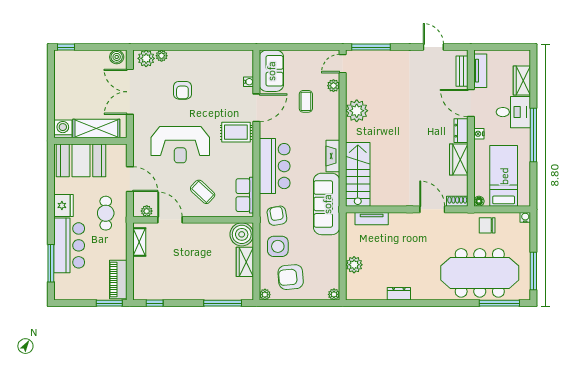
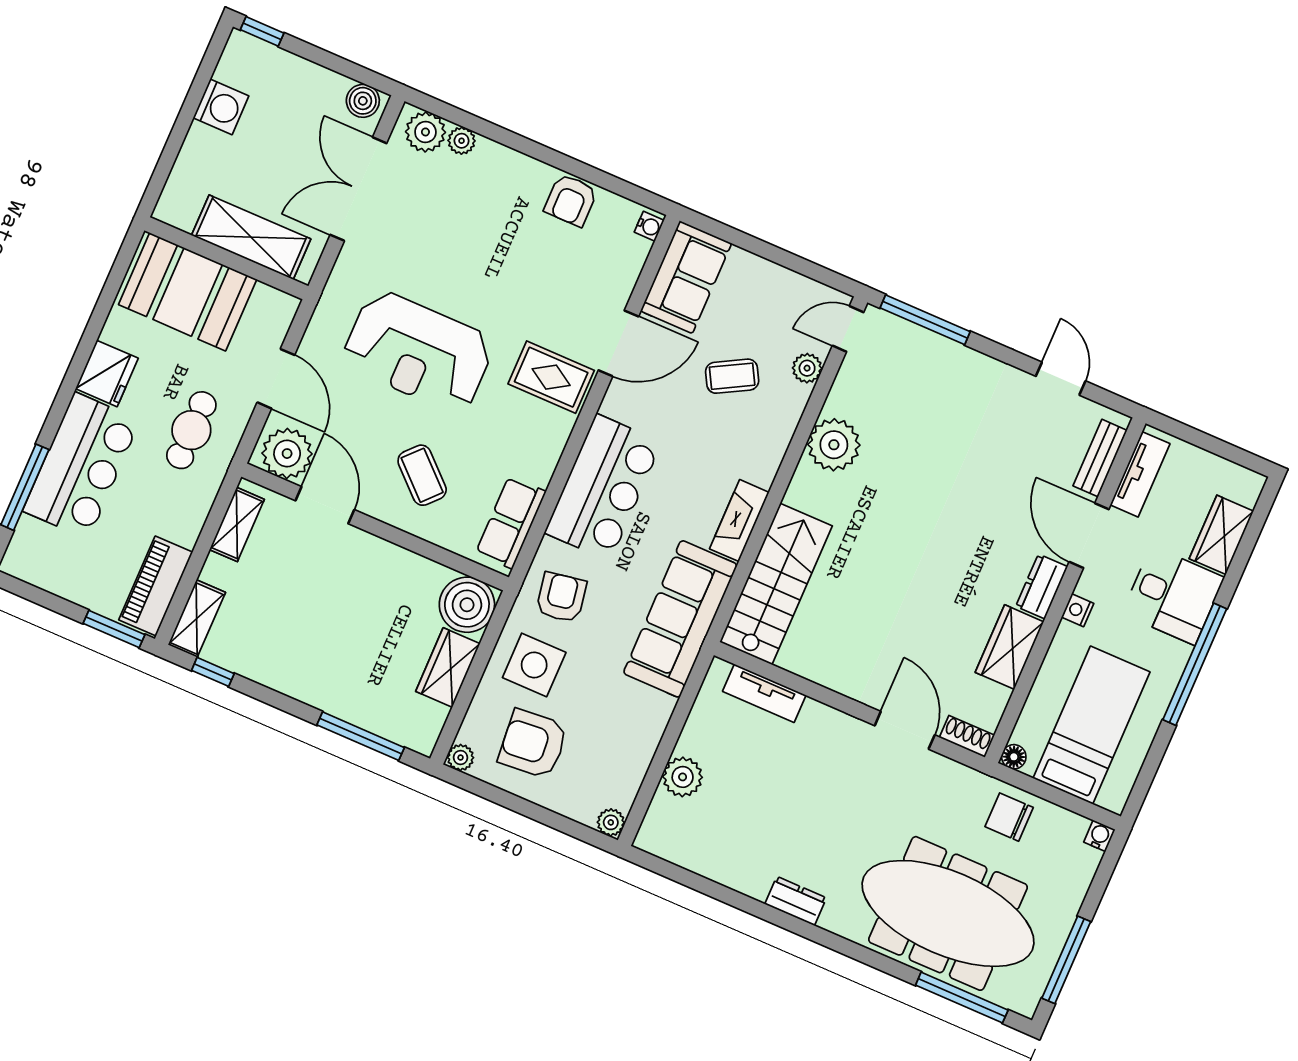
water cooler: (249, 82) -> (649, 226), moved
armchair: (182, 90) -> (571, 200), moved
coffee table: (306, 101) -> (732, 376), turned 61
washing machine: (63, 129) -> (221, 107), moved, turned 90
plant: (147, 211) -> (287, 454), width x1.88, depth x1.88
shelving: (139, 285) -> (197, 619), added
dresser: (399, 294) -> (796, 901), moved

